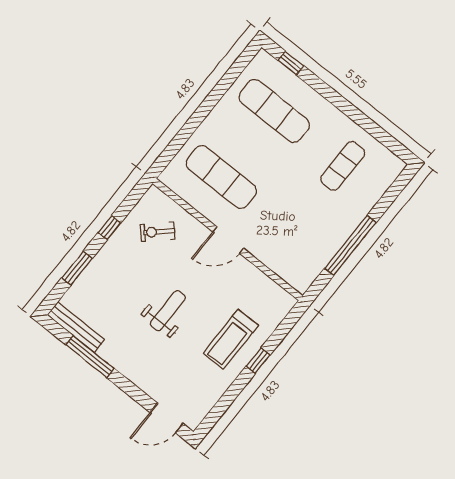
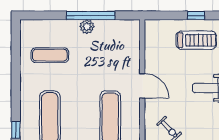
plant: (341, 232) -> (87, 27), added

